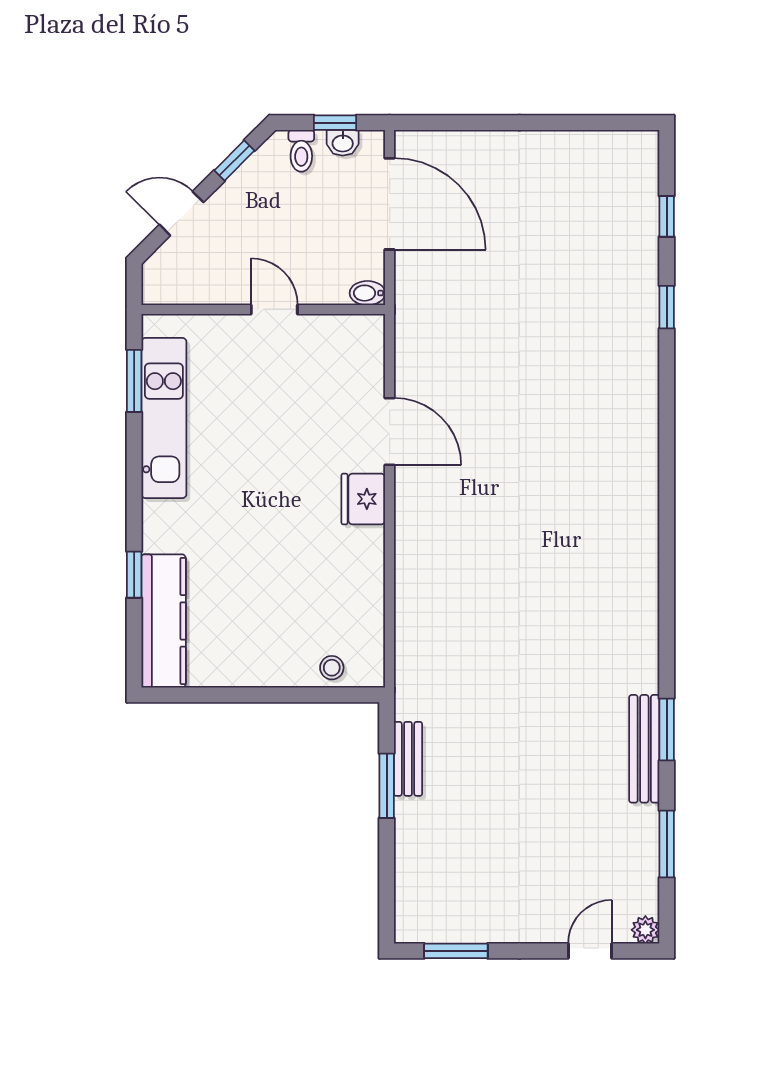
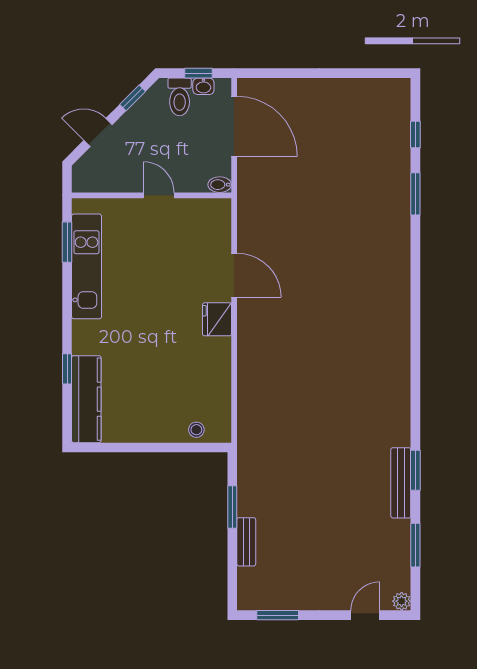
toilet: (301, 151) -> (180, 97), width x1.37, depth x1.39
window: (667, 307) -> (415, 194), width x1.50
bench: (408, 759) -> (246, 542), moved

